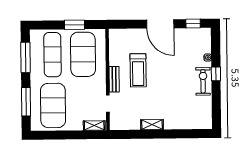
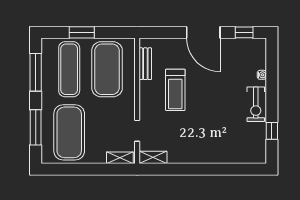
window: (74, 25) -> (82, 32), moved
window: (216, 74) -> (272, 131), moved
bench: (114, 79) -> (145, 64), moved
exercise bike: (203, 81) -> (256, 104), turned 180
shelving: (152, 125) -> (153, 157), moved

